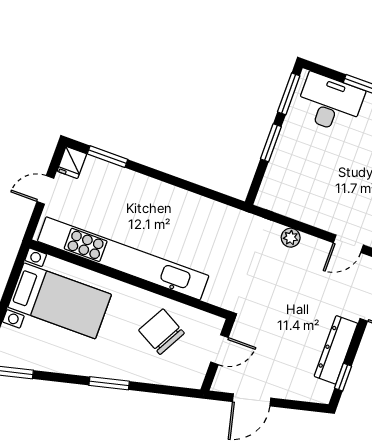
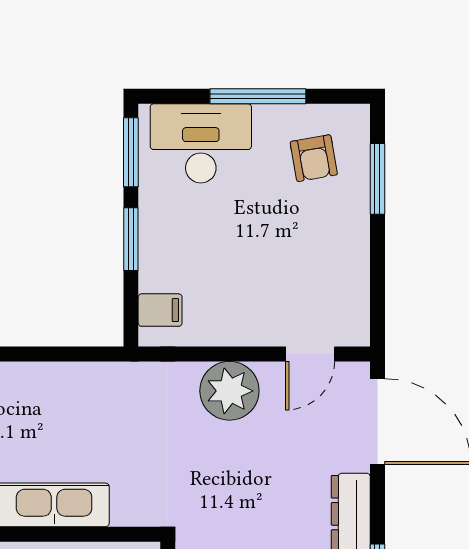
filing cabinet: (273, 189) -> (160, 310), added
plant: (291, 238) -> (229, 391), width x1.88, depth x1.88

